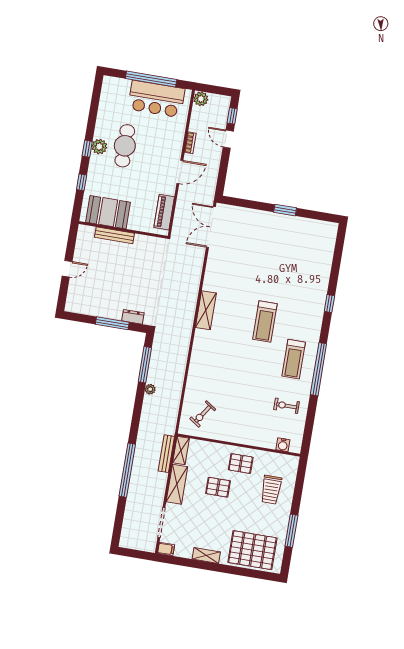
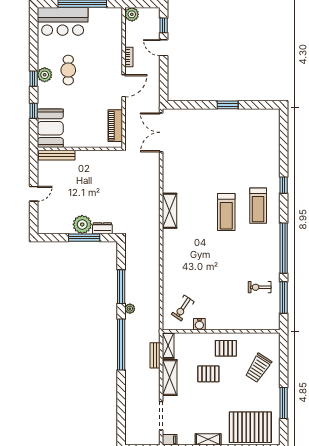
bar counter: (156, 99) -> (63, 21), moved
cafe table: (125, 146) -> (68, 70), width x0.73, depth x0.74
booth: (108, 212) -> (50, 128), moved, turned 90
bench: (114, 235) -> (57, 155), moved
plant: (112, 309) -> (82, 224), added
treadmill: (294, 359) -> (258, 206), moved
window: (145, 365) -> (121, 287), moved
plant: (150, 389) -> (130, 309), moved
window: (310, 421) -> (284, 297), added
water cooler: (283, 445) -> (199, 324), moved
bench: (166, 454) -> (155, 355), width x0.73
window: (127, 470) -> (121, 344), moved
trolley: (271, 490) -> (258, 368), turned 33

